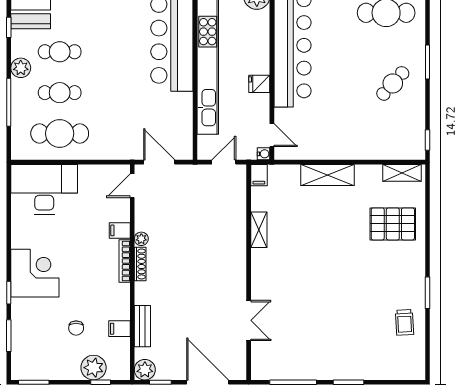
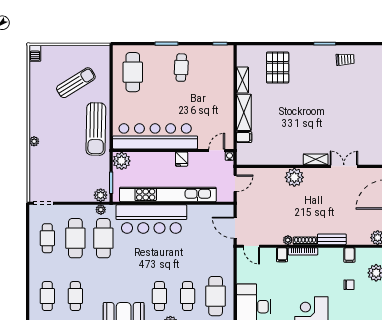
cafe table: (393, 83) -> (181, 68), turned 50
door: (159, 162) -> (235, 228), hinge flipped
door: (224, 162) -> (235, 183), swing flipped
shelving: (402, 173) -> (243, 80), moved
filing cabinet: (259, 175) -> (244, 137), moved
shelving: (259, 230) -> (316, 159), moved
plant: (233, 248) -> (294, 177), added
bench: (142, 326) -> (332, 239), moved

